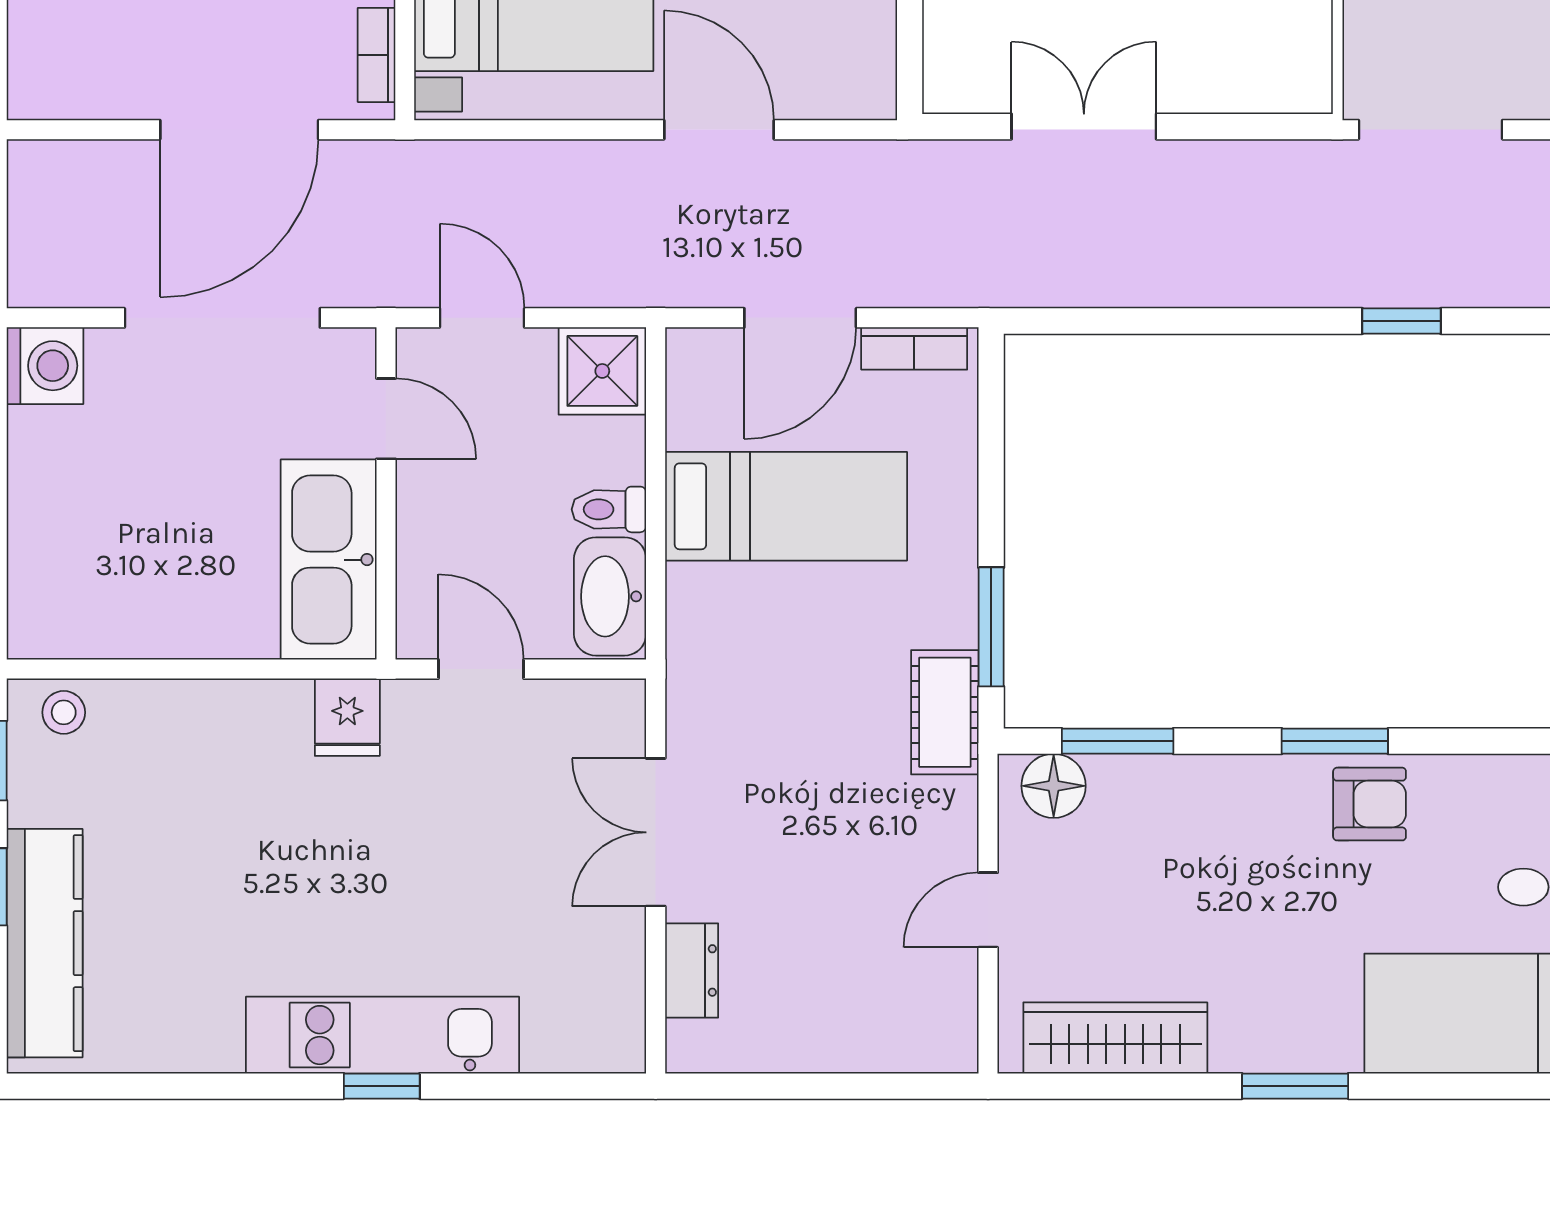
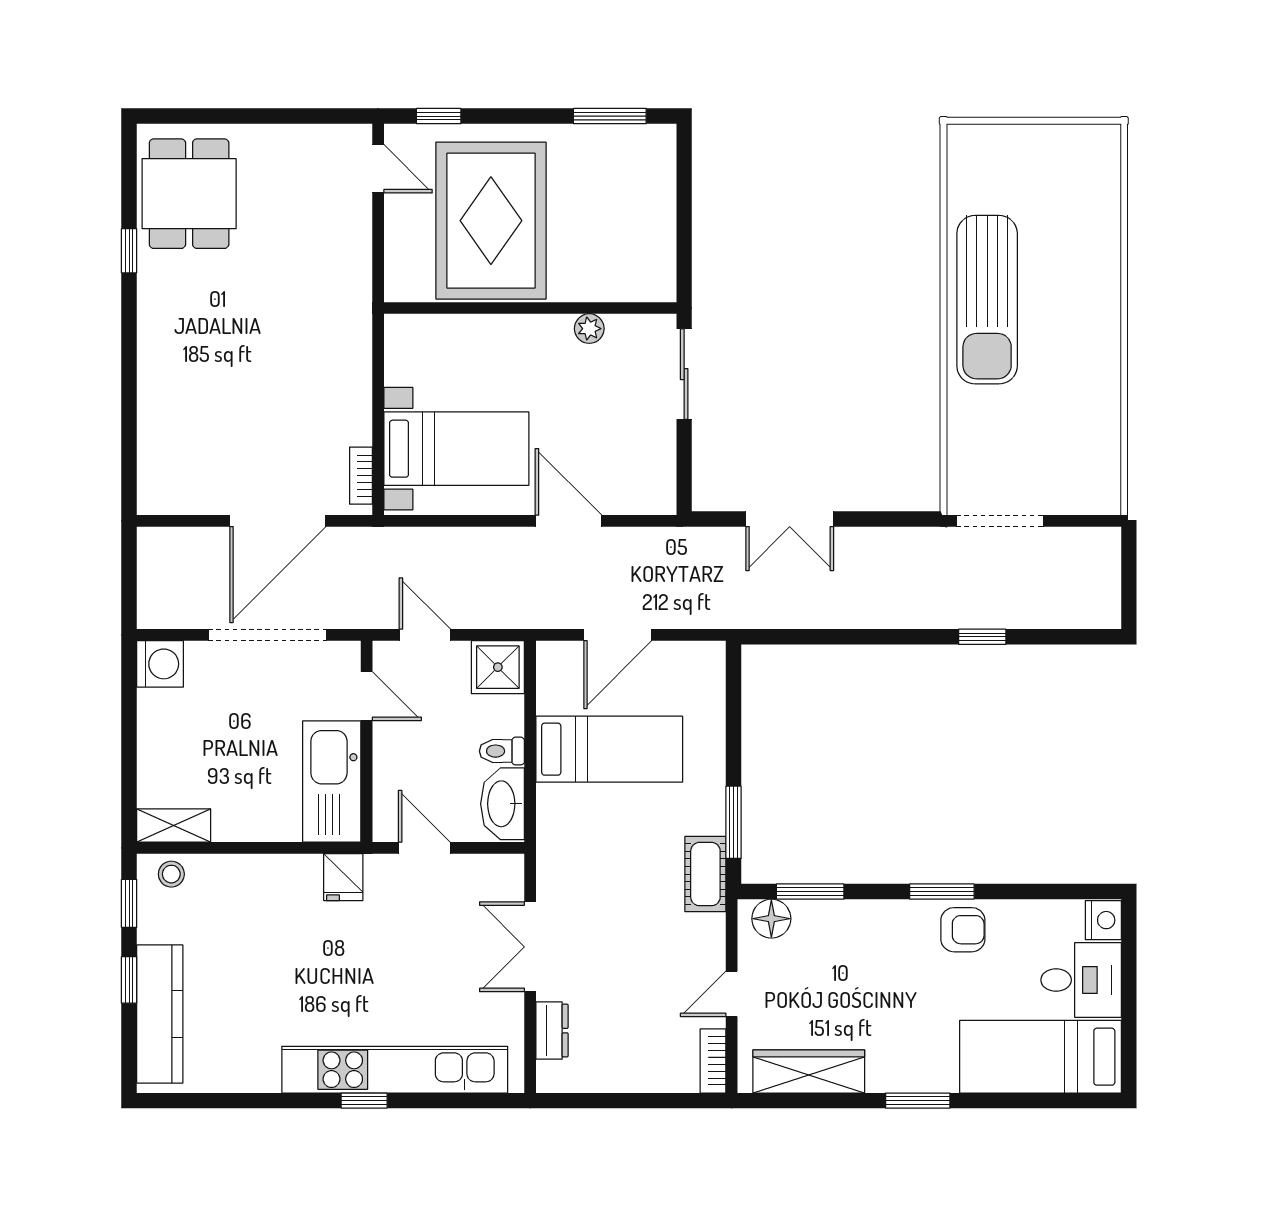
double door: (1084, 127) -> (790, 519), swing flipped
bookcase: (914, 348) -> (713, 1061), moved, turned 90
shelving: (68, 632) -> (174, 825), added
kitchen unit: (383, 1035) -> (395, 1070), width x1.36

